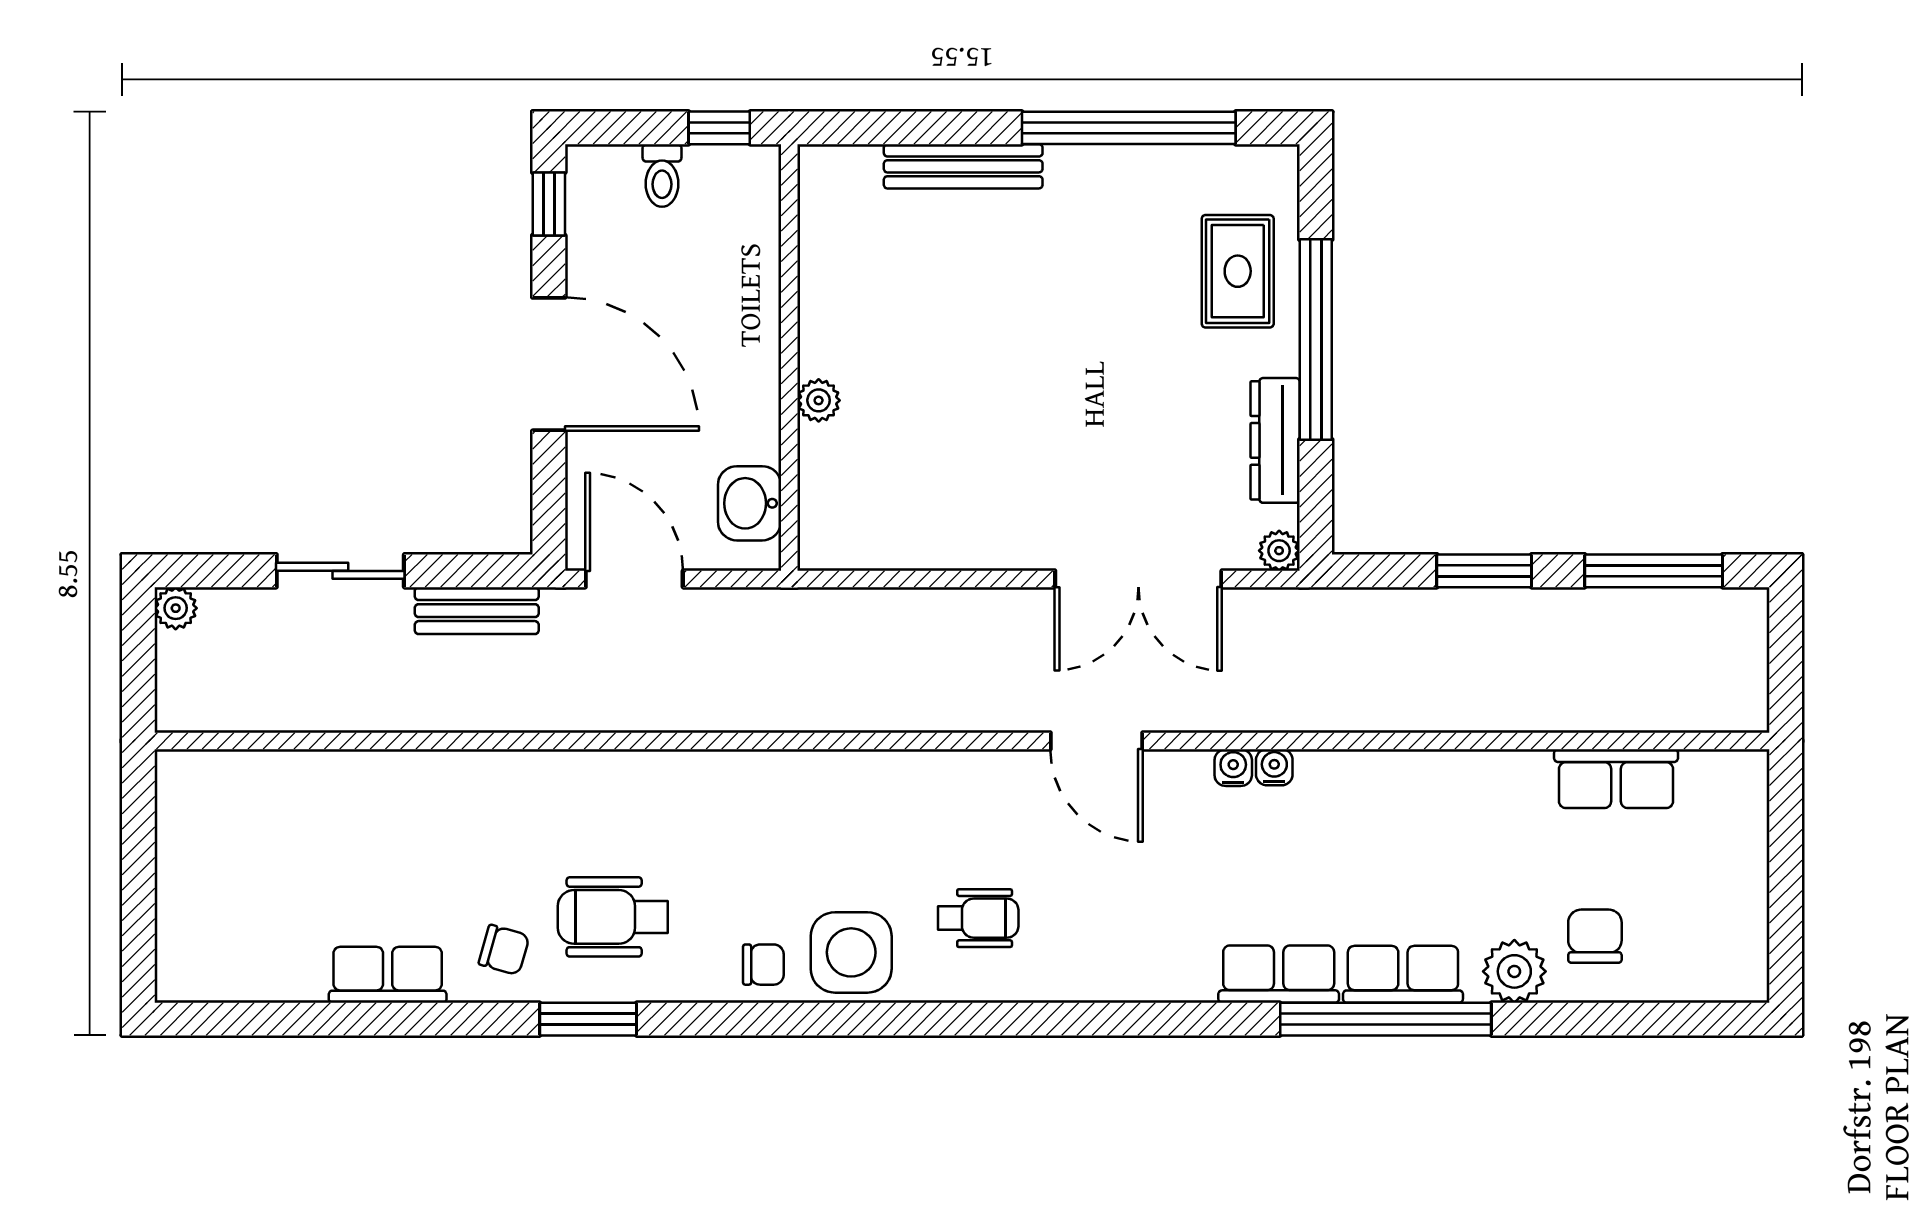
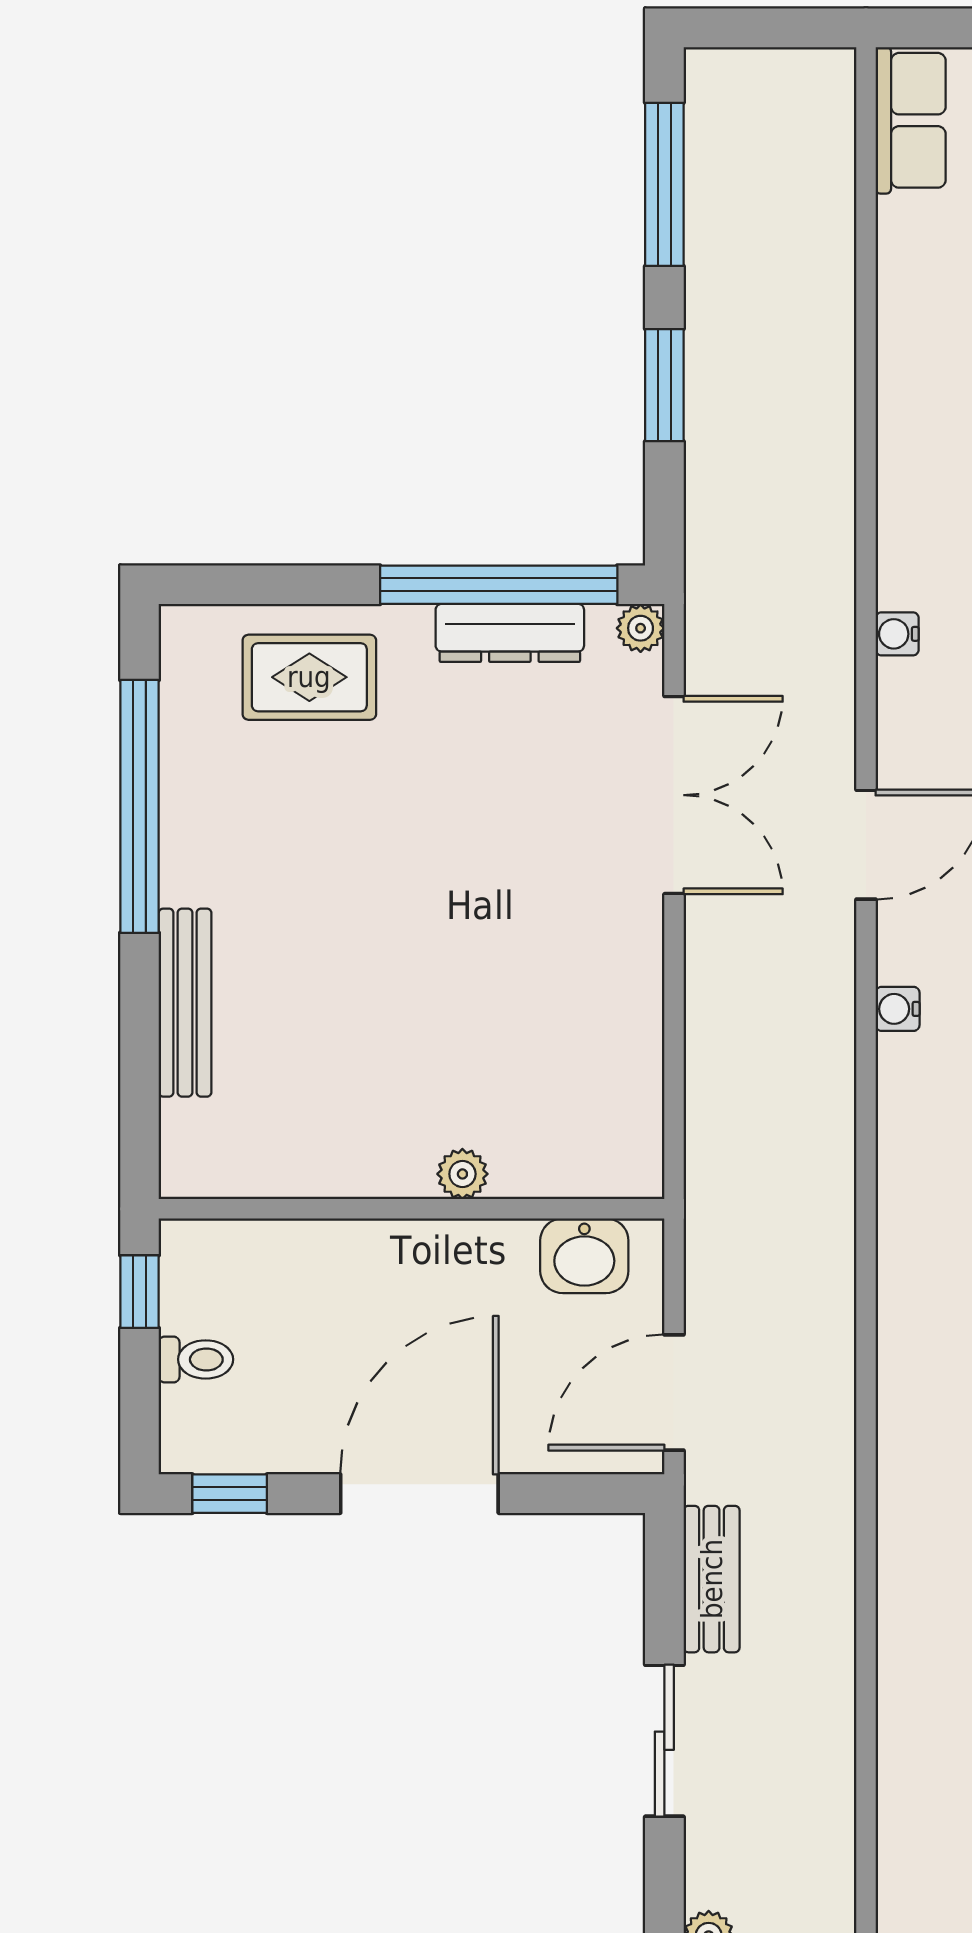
window: (1316, 339) -> (499, 585), moved
water cooler: (1233, 768) -> (898, 1009), moved
row of seats: (1616, 779) -> (911, 120), moved

